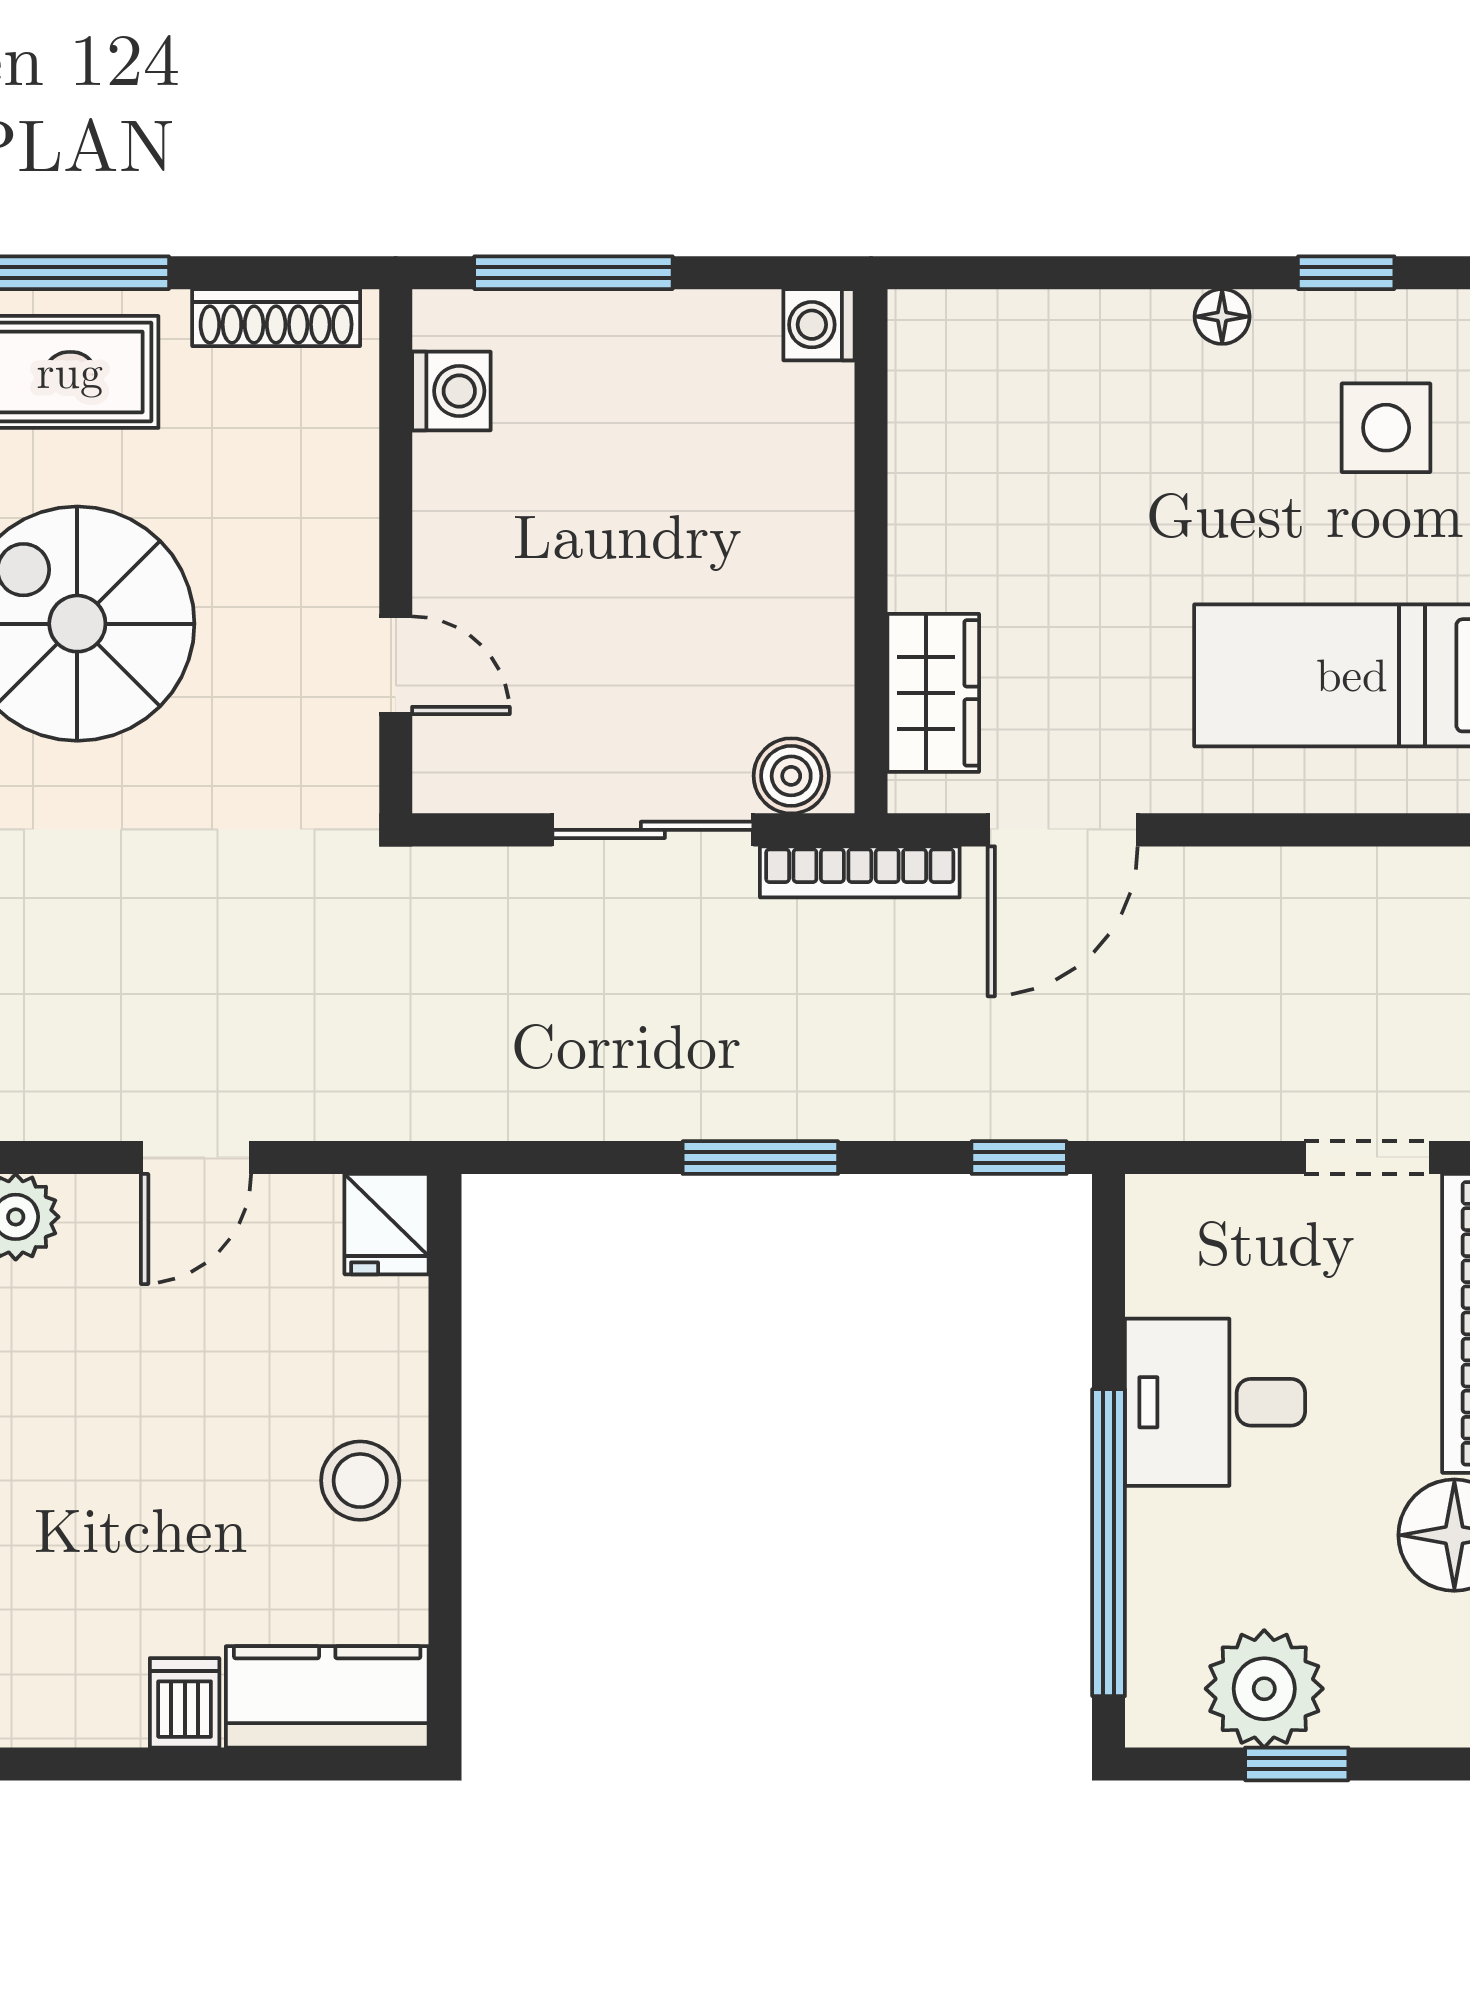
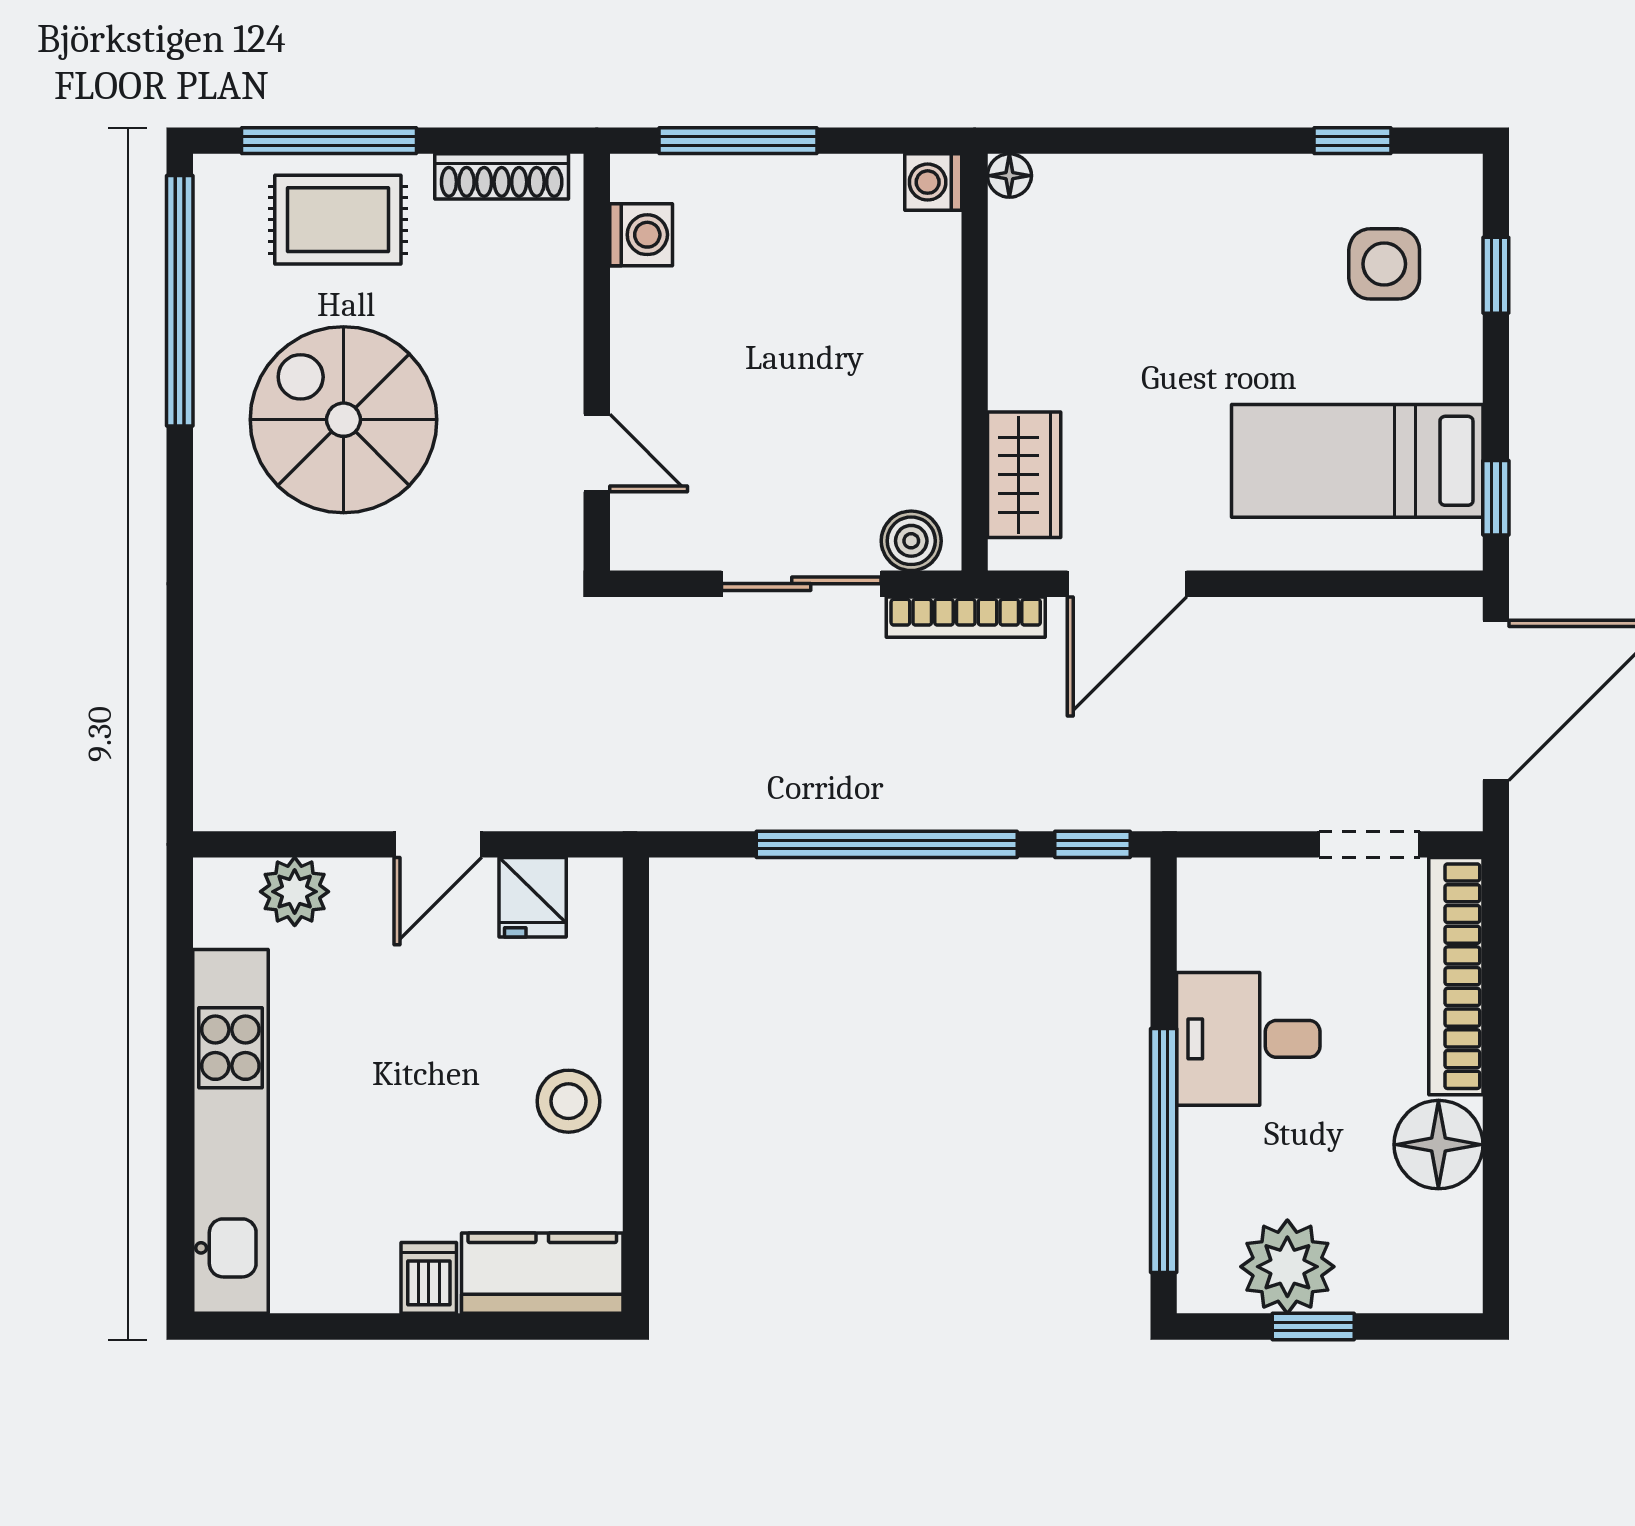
floor lamp: (1222, 317) -> (1009, 176), moved
window: (760, 1158) -> (887, 844), width x2.11
fridge: (386, 1224) -> (533, 897), moved

